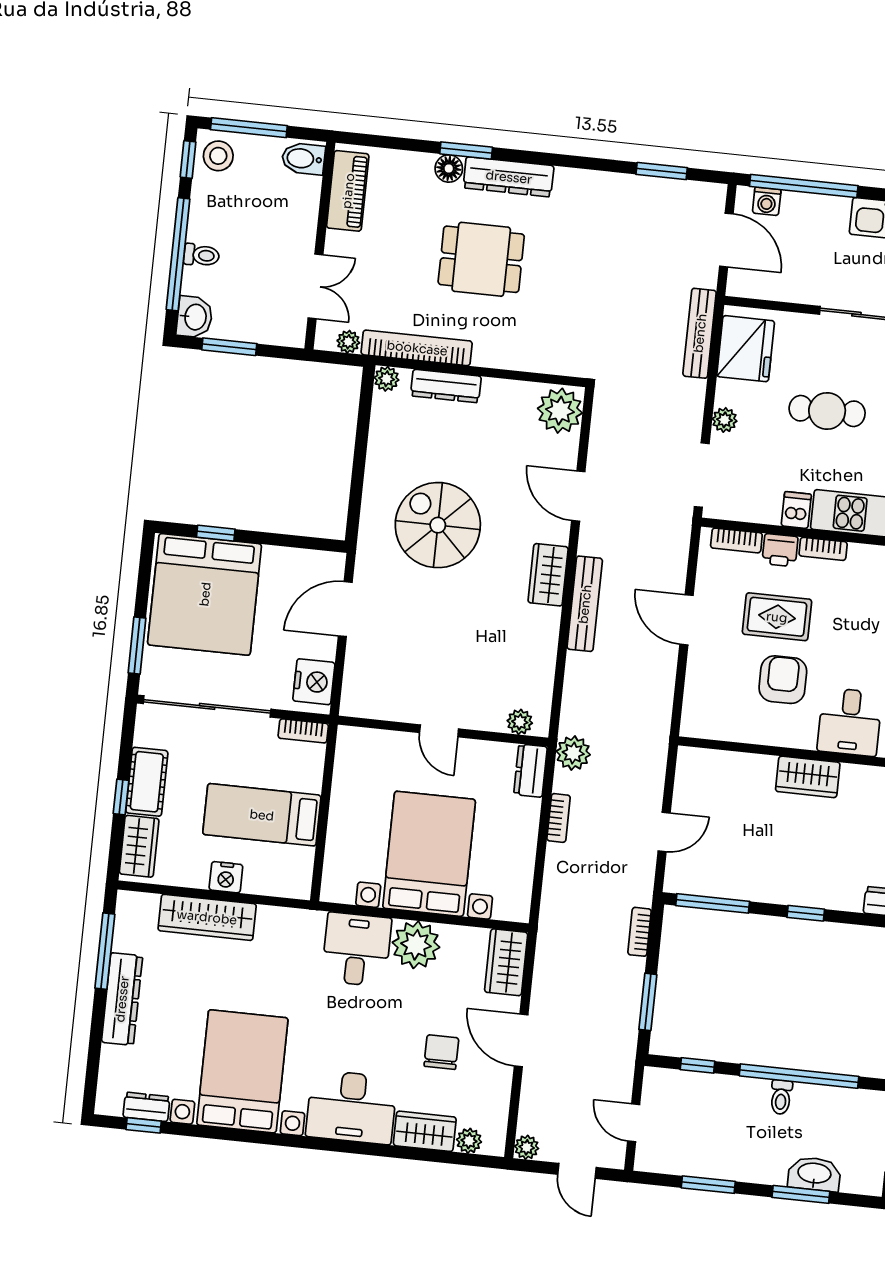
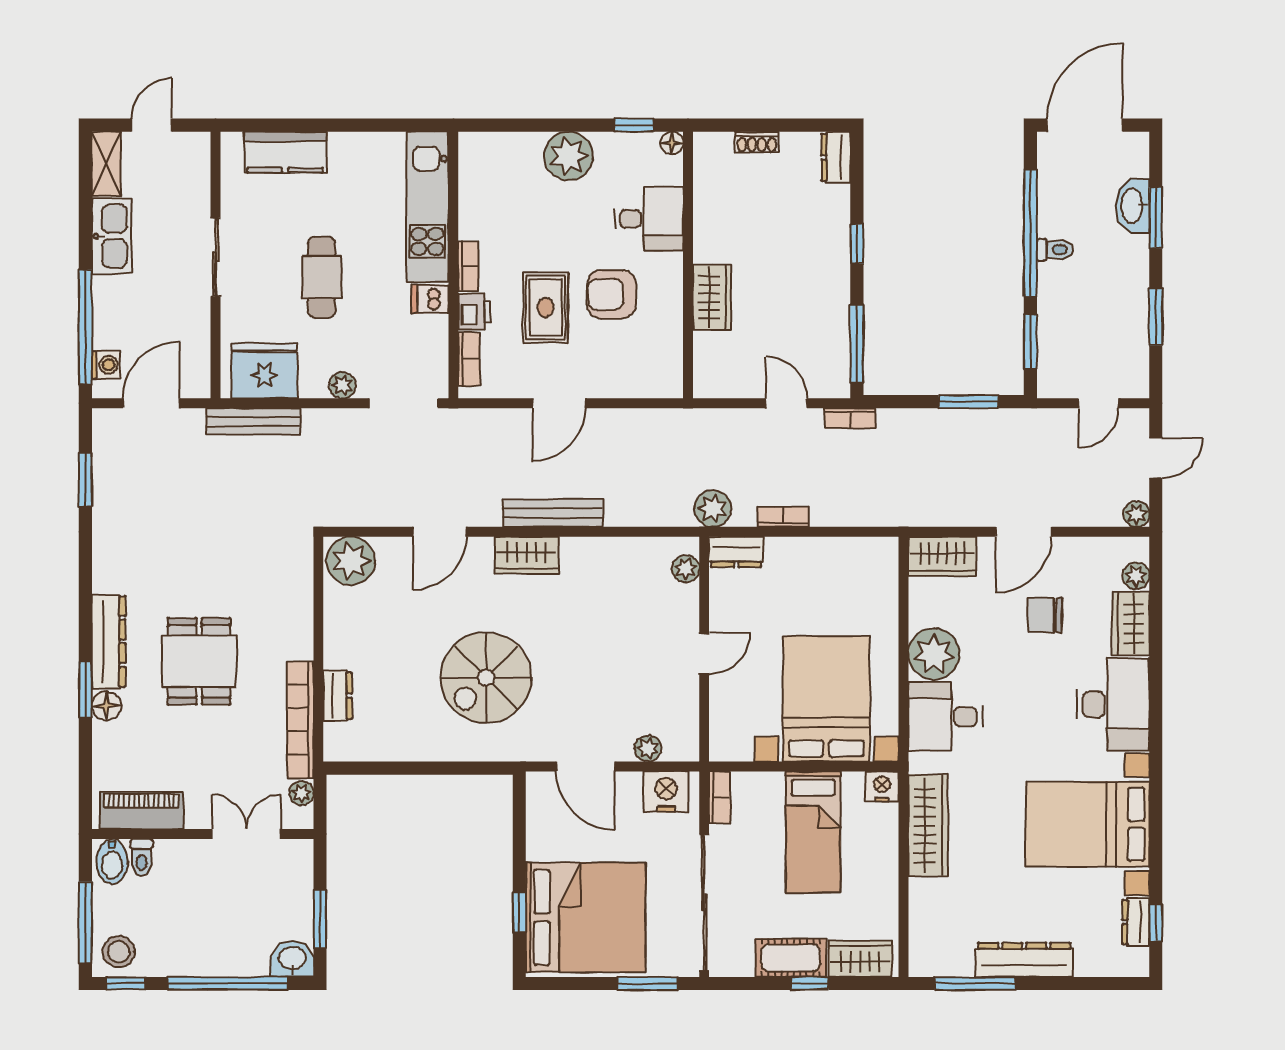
toilet: (202, 255) -> (142, 857), moved, turned 180
plant: (387, 379) -> (648, 748), moved
dresser: (446, 386) -> (338, 696), width x0.70
wardrobe: (808, 777) -> (712, 297), moved
bed with nightstands: (429, 854) -> (826, 699), moved, turned 90
nightstand: (226, 877) -> (882, 787), moved, turned -90
wardrobe: (207, 917) -> (928, 825), moved
bookcase: (640, 932) -> (850, 418), moved
window: (697, 1065) -> (1030, 342), width x1.50

